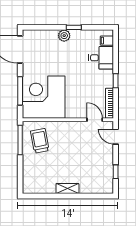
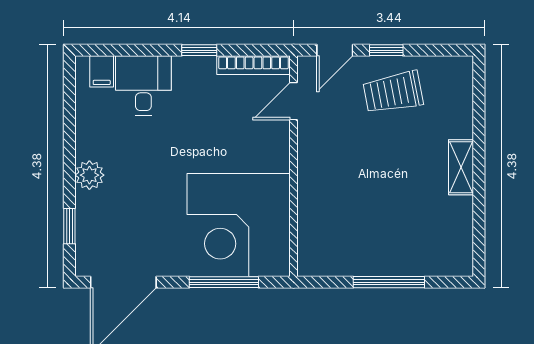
window: (74, 27) -> (69, 226), moved
window: (20, 140) -> (389, 282), moved
trolley: (40, 141) -> (393, 92), moved
window: (116, 172) -> (386, 50), moved

